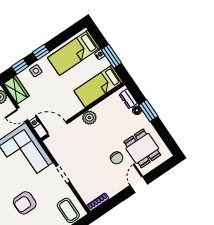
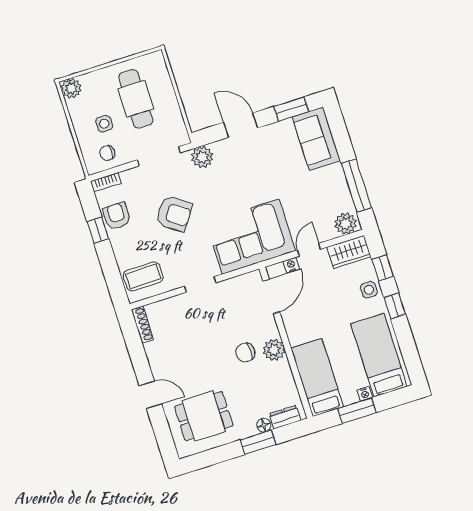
chair: (117, 158) -> (245, 352), moved
armchair: (25, 203) -> (174, 214), turned 125

